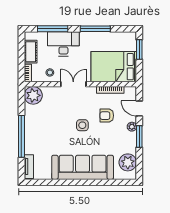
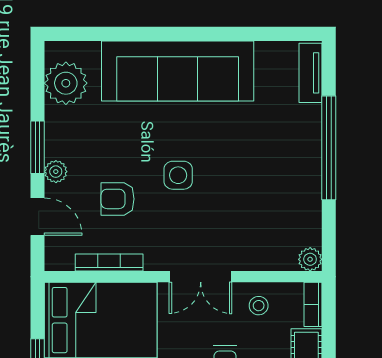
plant: (33, 95) -> (310, 259), width x0.53, depth x0.53
armchair: (107, 116) -> (118, 199), turned 180

